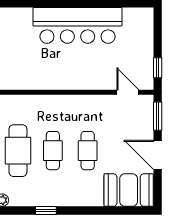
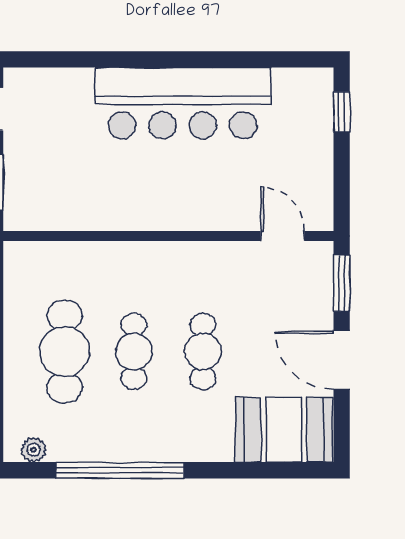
window: (158, 68) -> (342, 112), moved
window: (46, 210) -> (120, 470), width x3.17

